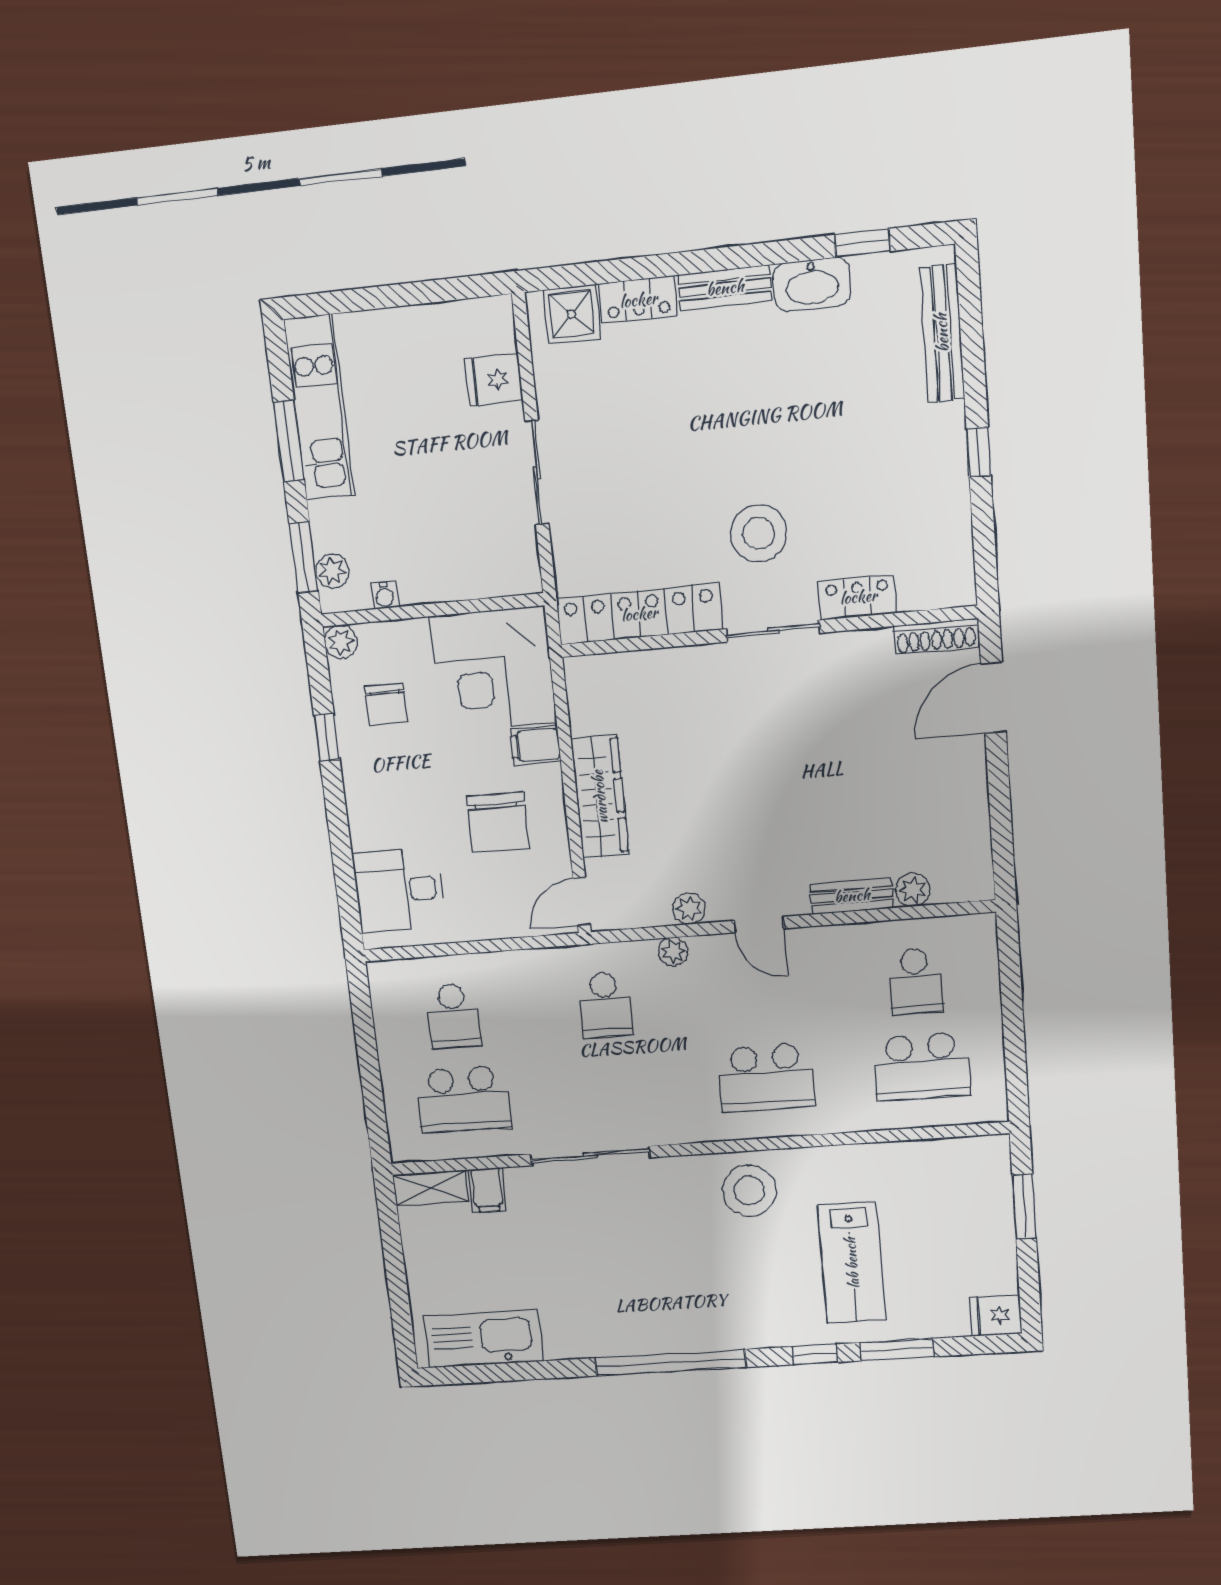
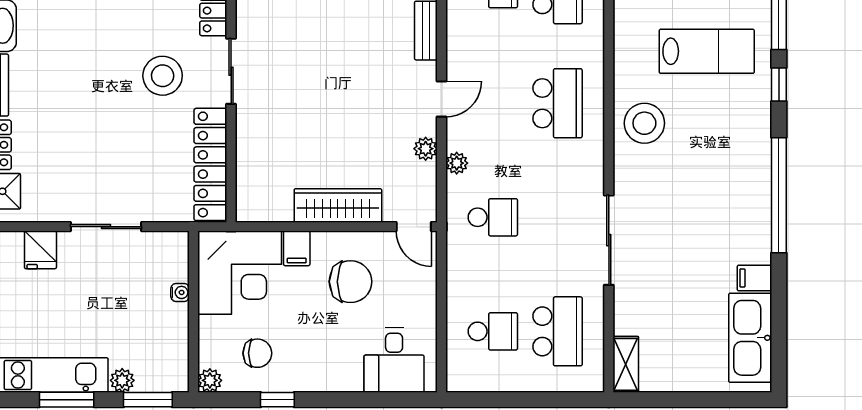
plant: (332, 571) -> (122, 380), moved
water cooler: (385, 595) -> (180, 292), moved
filing cabinet: (487, 1190) -> (754, 278), moved, turned 180

